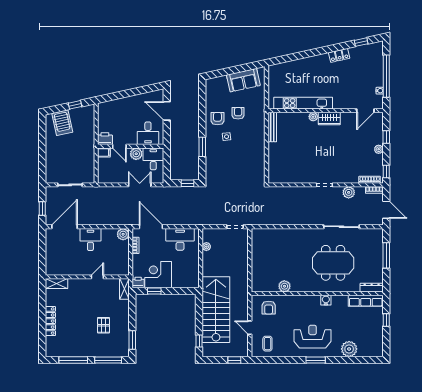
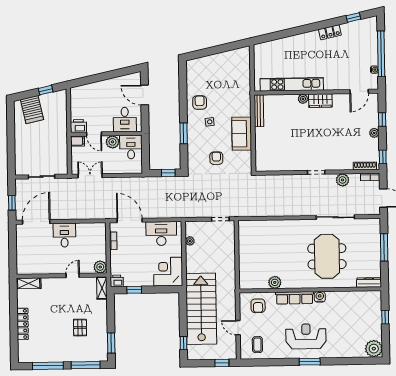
sofa: (243, 80) -> (242, 134), moved, turned 102
armchair: (238, 113) -> (216, 158), moved
double door: (140, 185) -> (90, 176), moved
plant: (123, 234) -> (100, 267), moved
meeting table: (333, 263) -> (327, 256), turned 90
corner desk: (158, 275) -> (168, 272), moved
row of seats: (366, 301) -> (295, 298), moved
plant: (349, 349) -> (374, 349), moved

